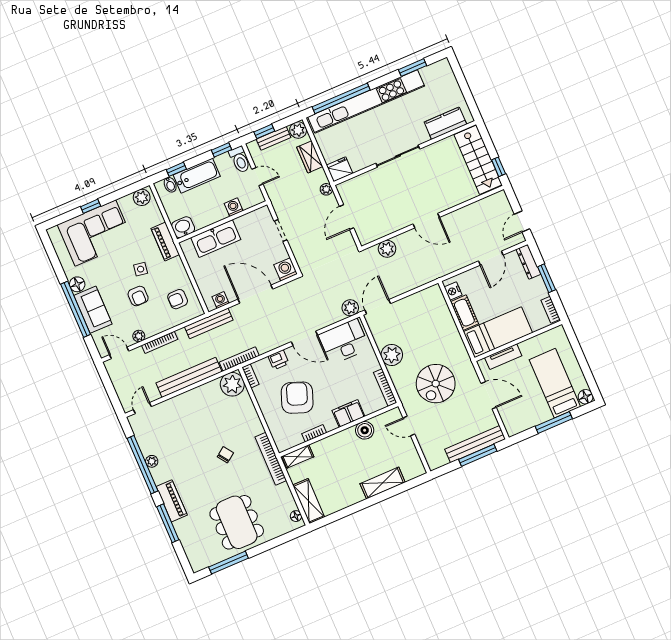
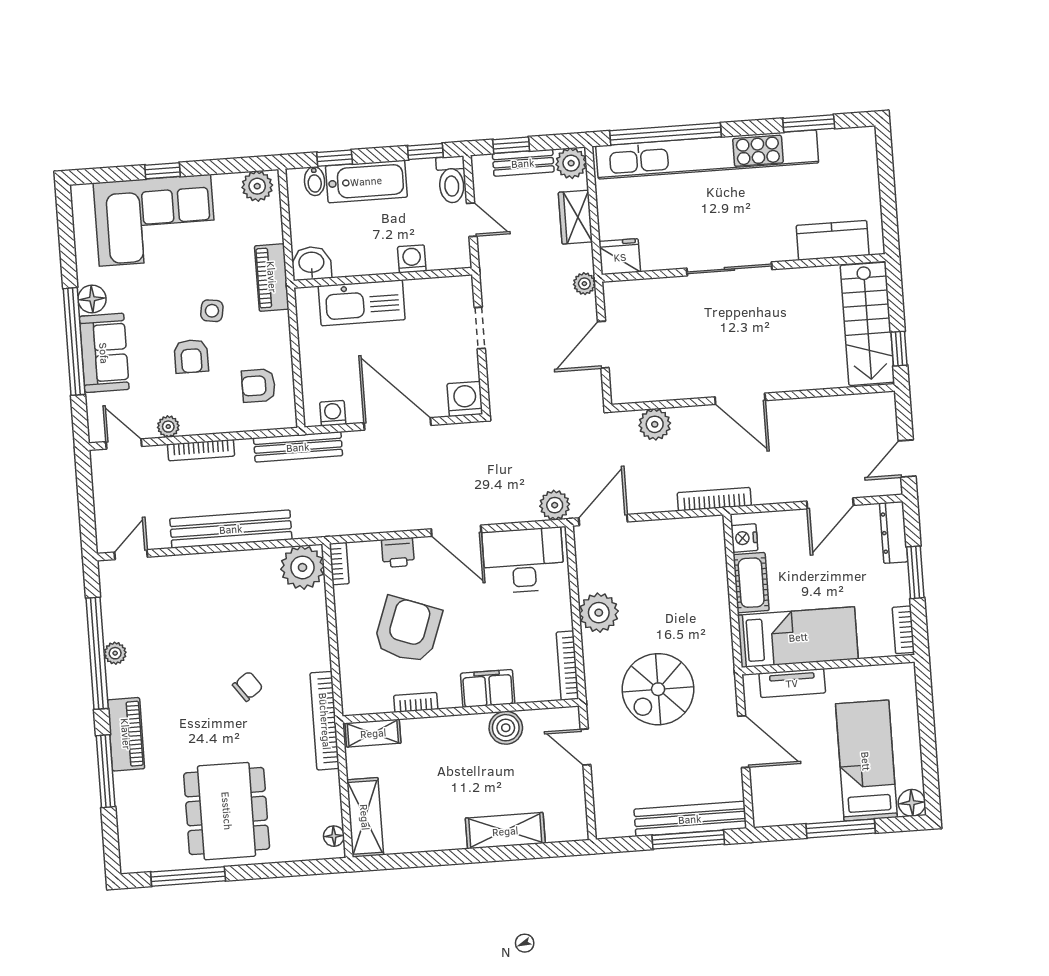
bookcase: (239, 359) -> (714, 499), moved

